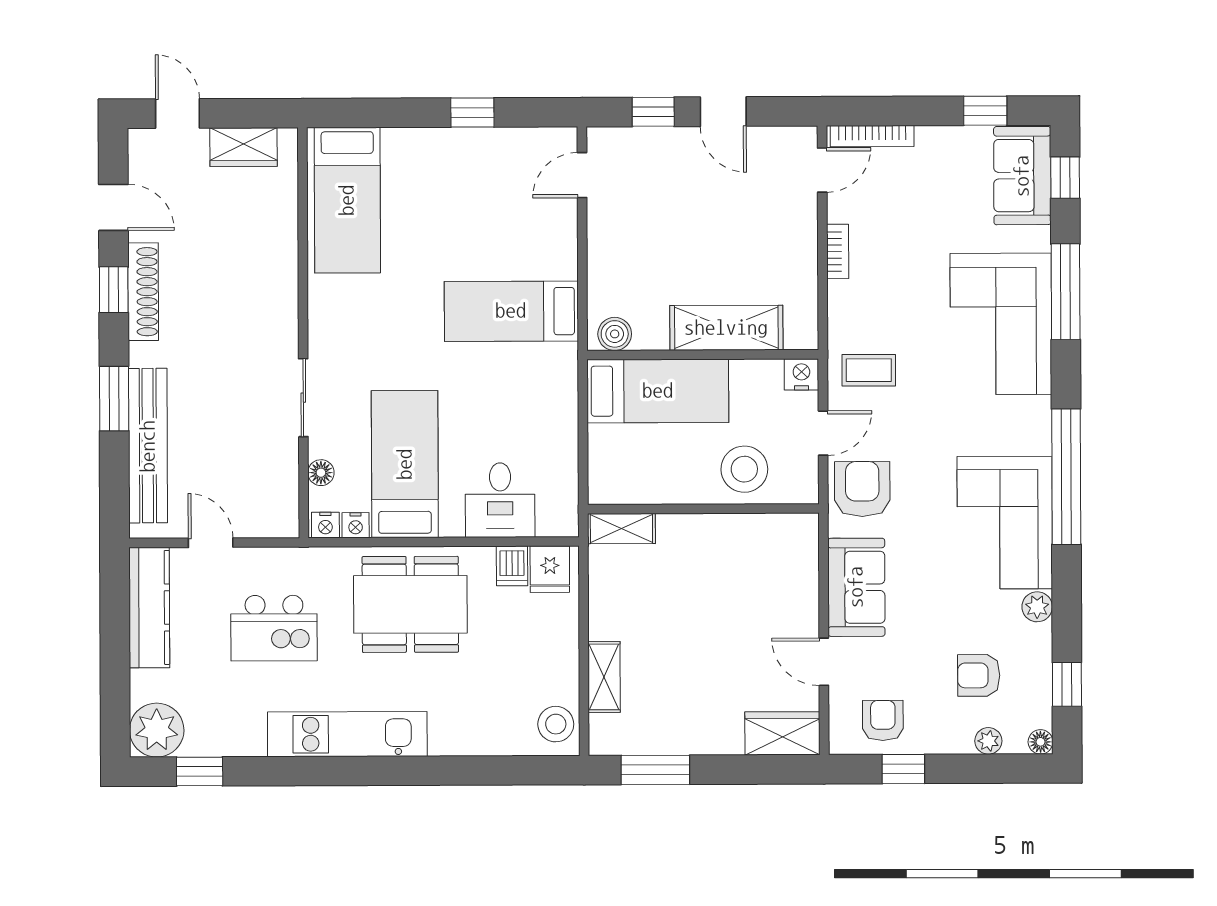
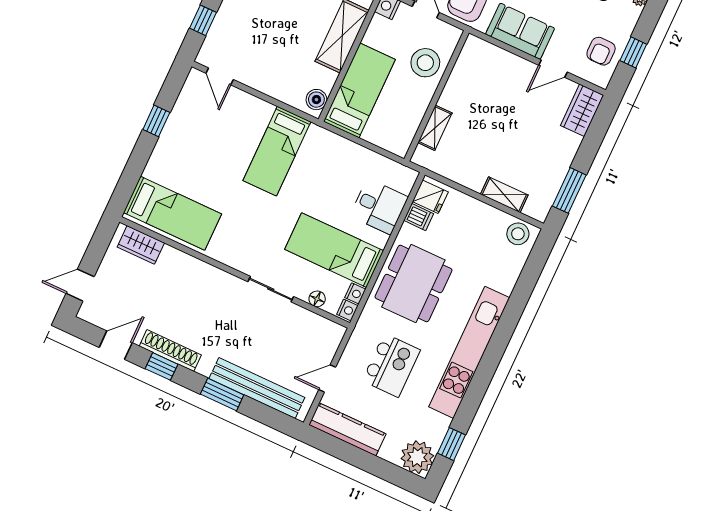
wardrobe: (244, 147) -> (141, 245), moved, turned 90
shelving: (621, 529) -> (435, 128), moved
armchair: (883, 720) -> (601, 51), turned -90
kitchen unit: (347, 734) -> (469, 352), width x1.36

